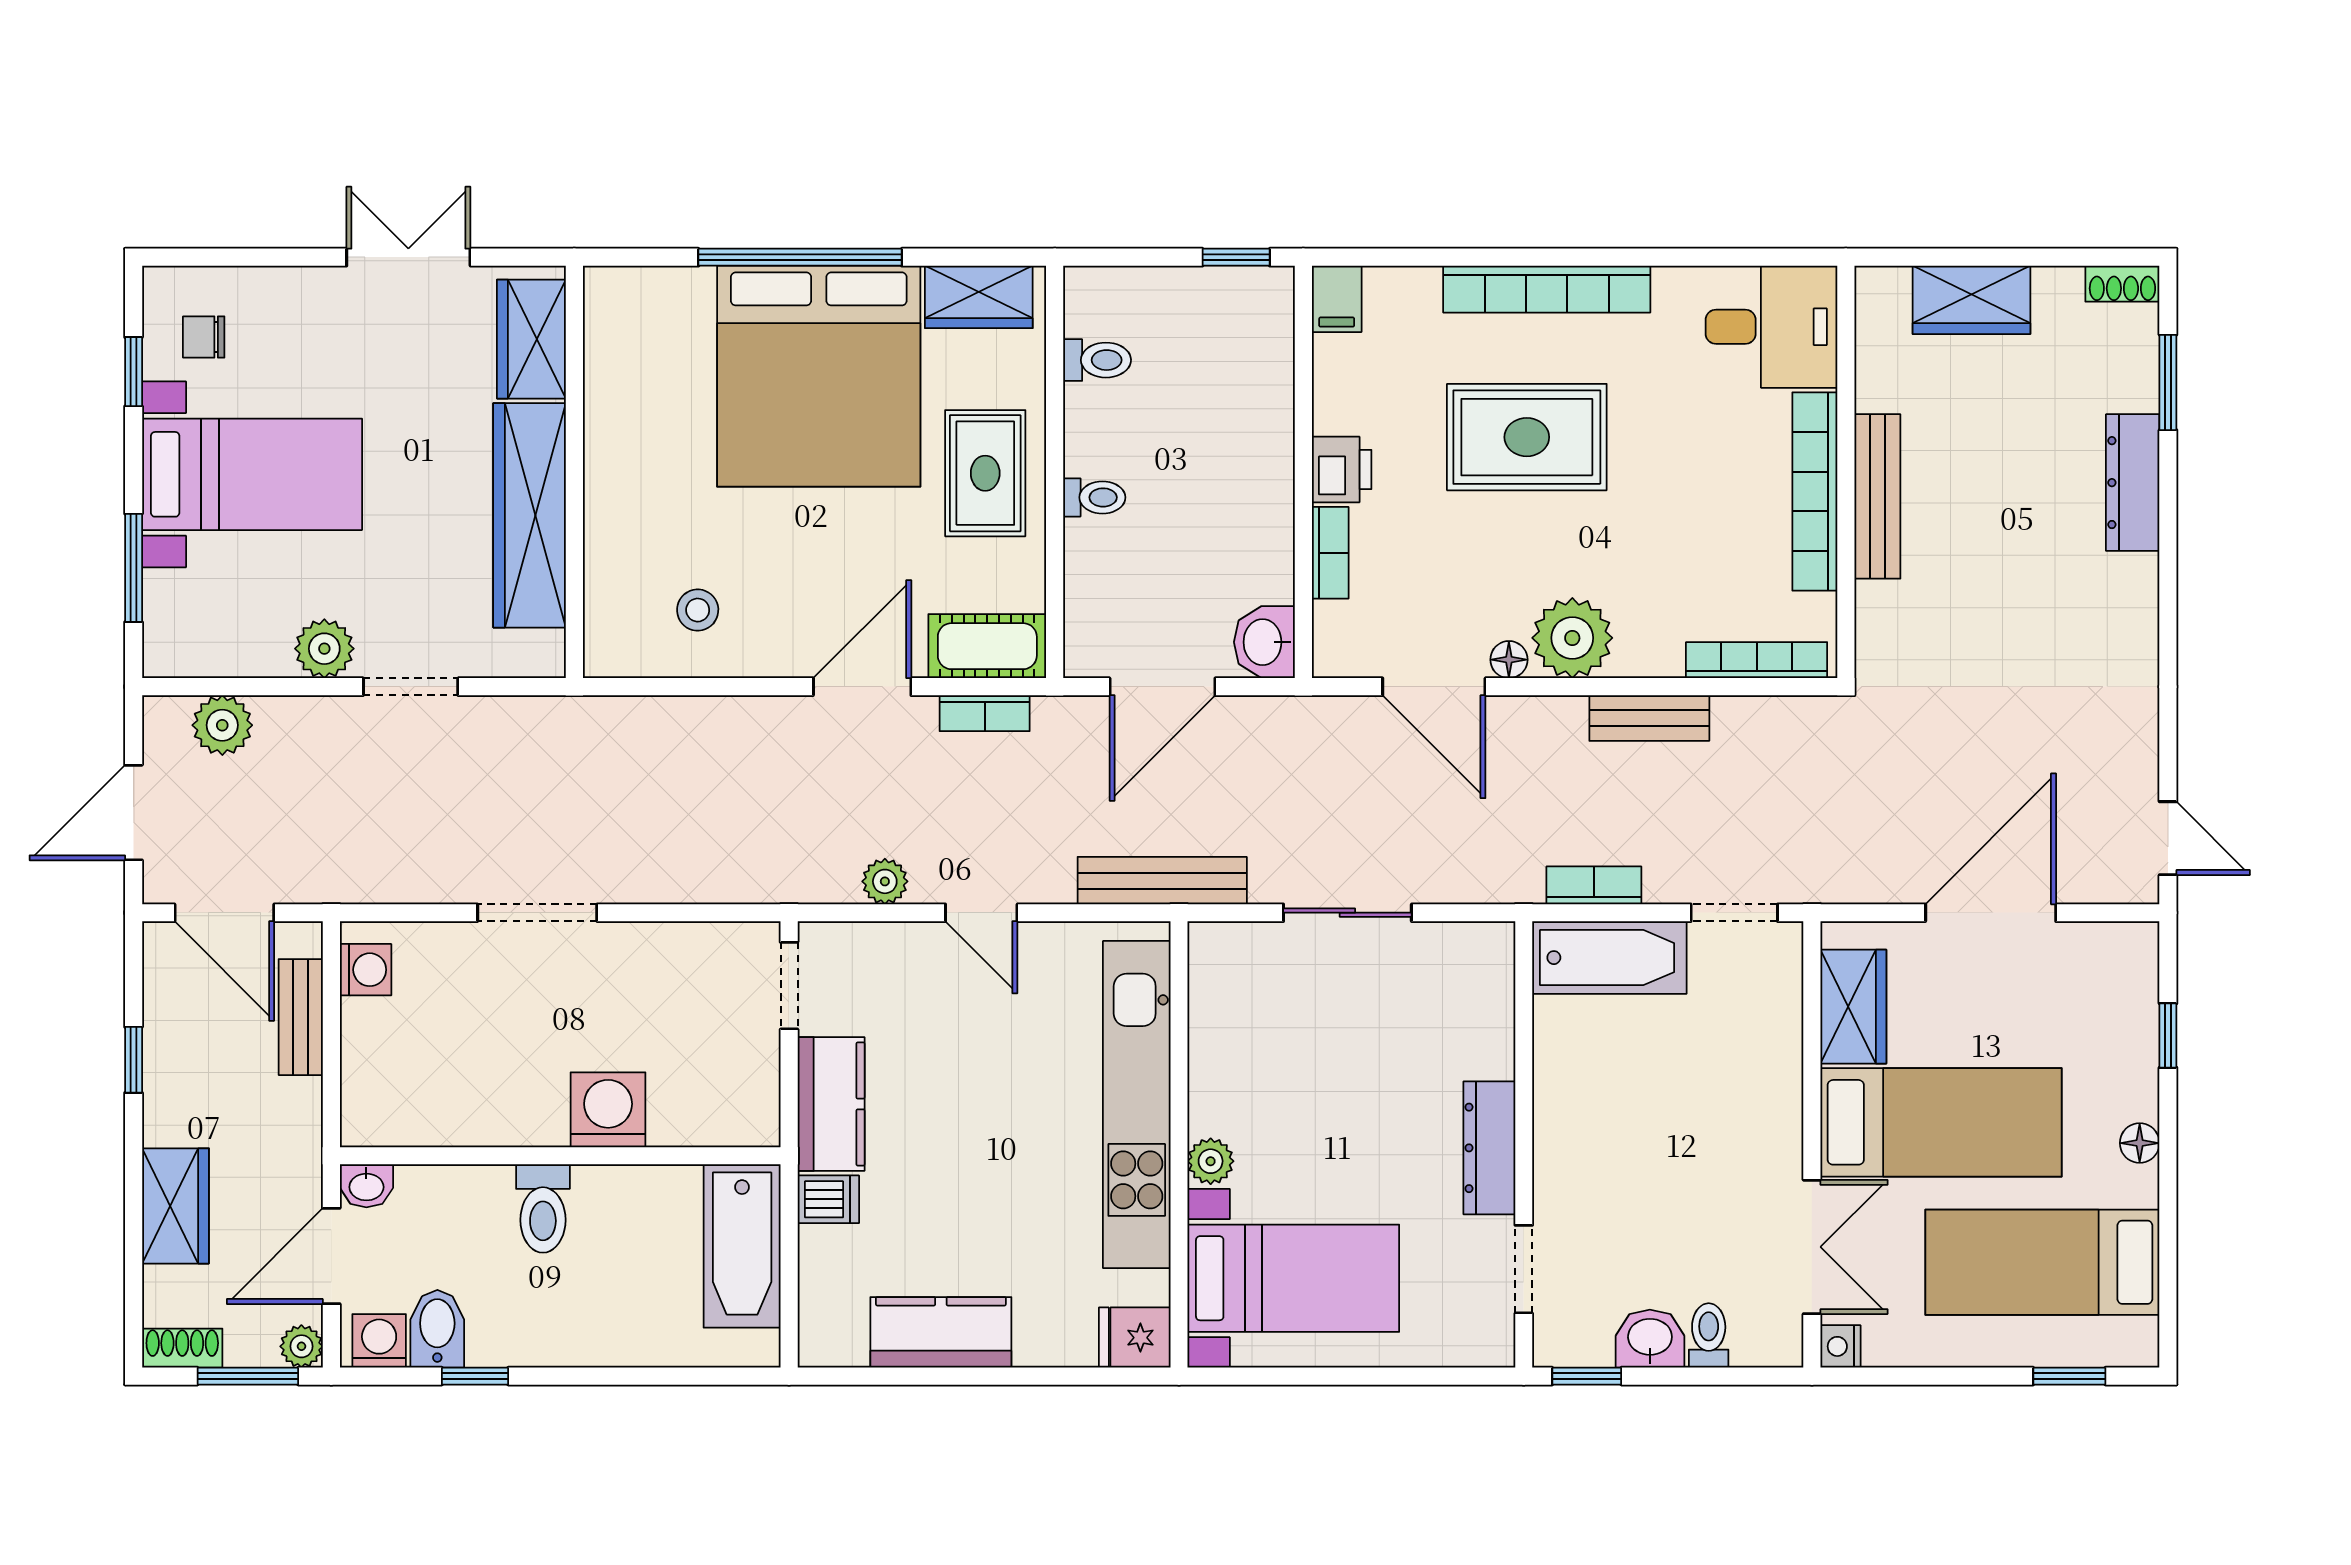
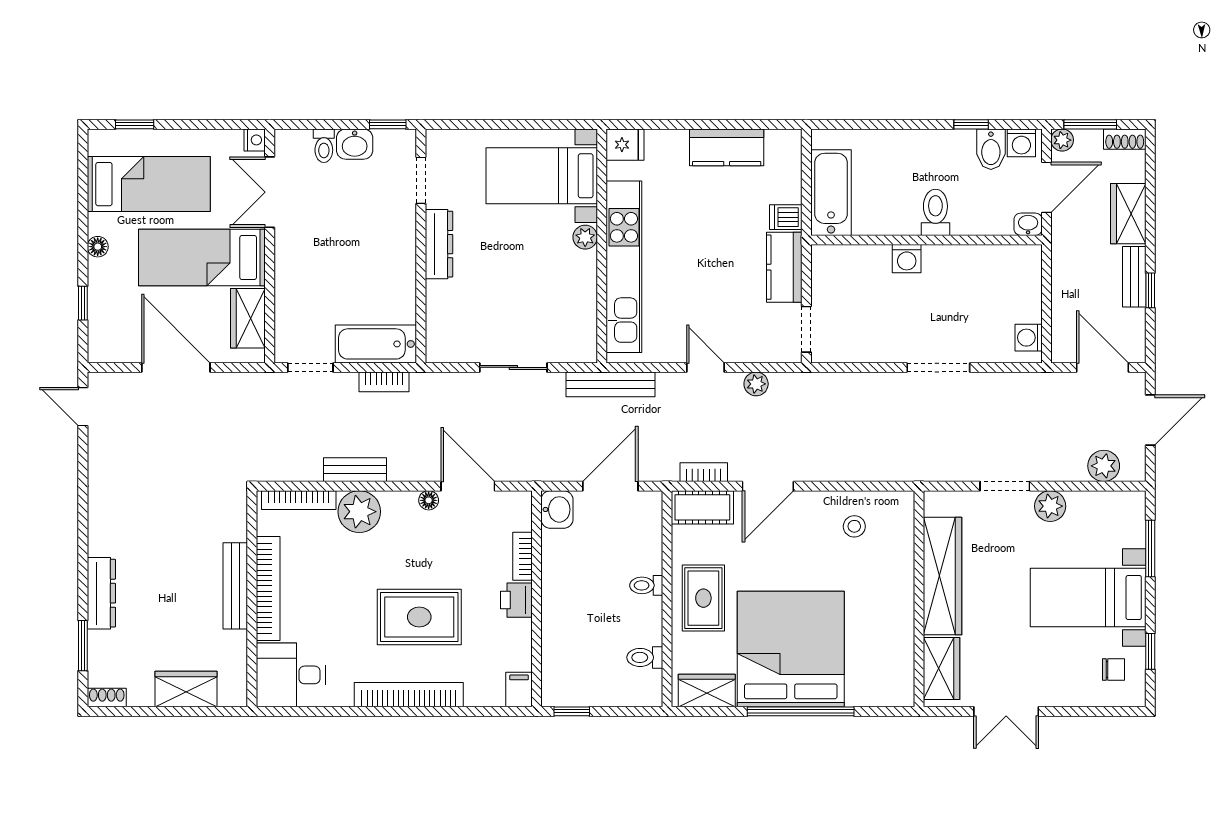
plant: (1572, 638) -> (359, 512), moved
door: (1991, 913) -> (176, 367), swing flipped
bench: (301, 1017) -> (1134, 277), moved
washing machine: (608, 1110) -> (907, 259), width x0.73, depth x0.73

